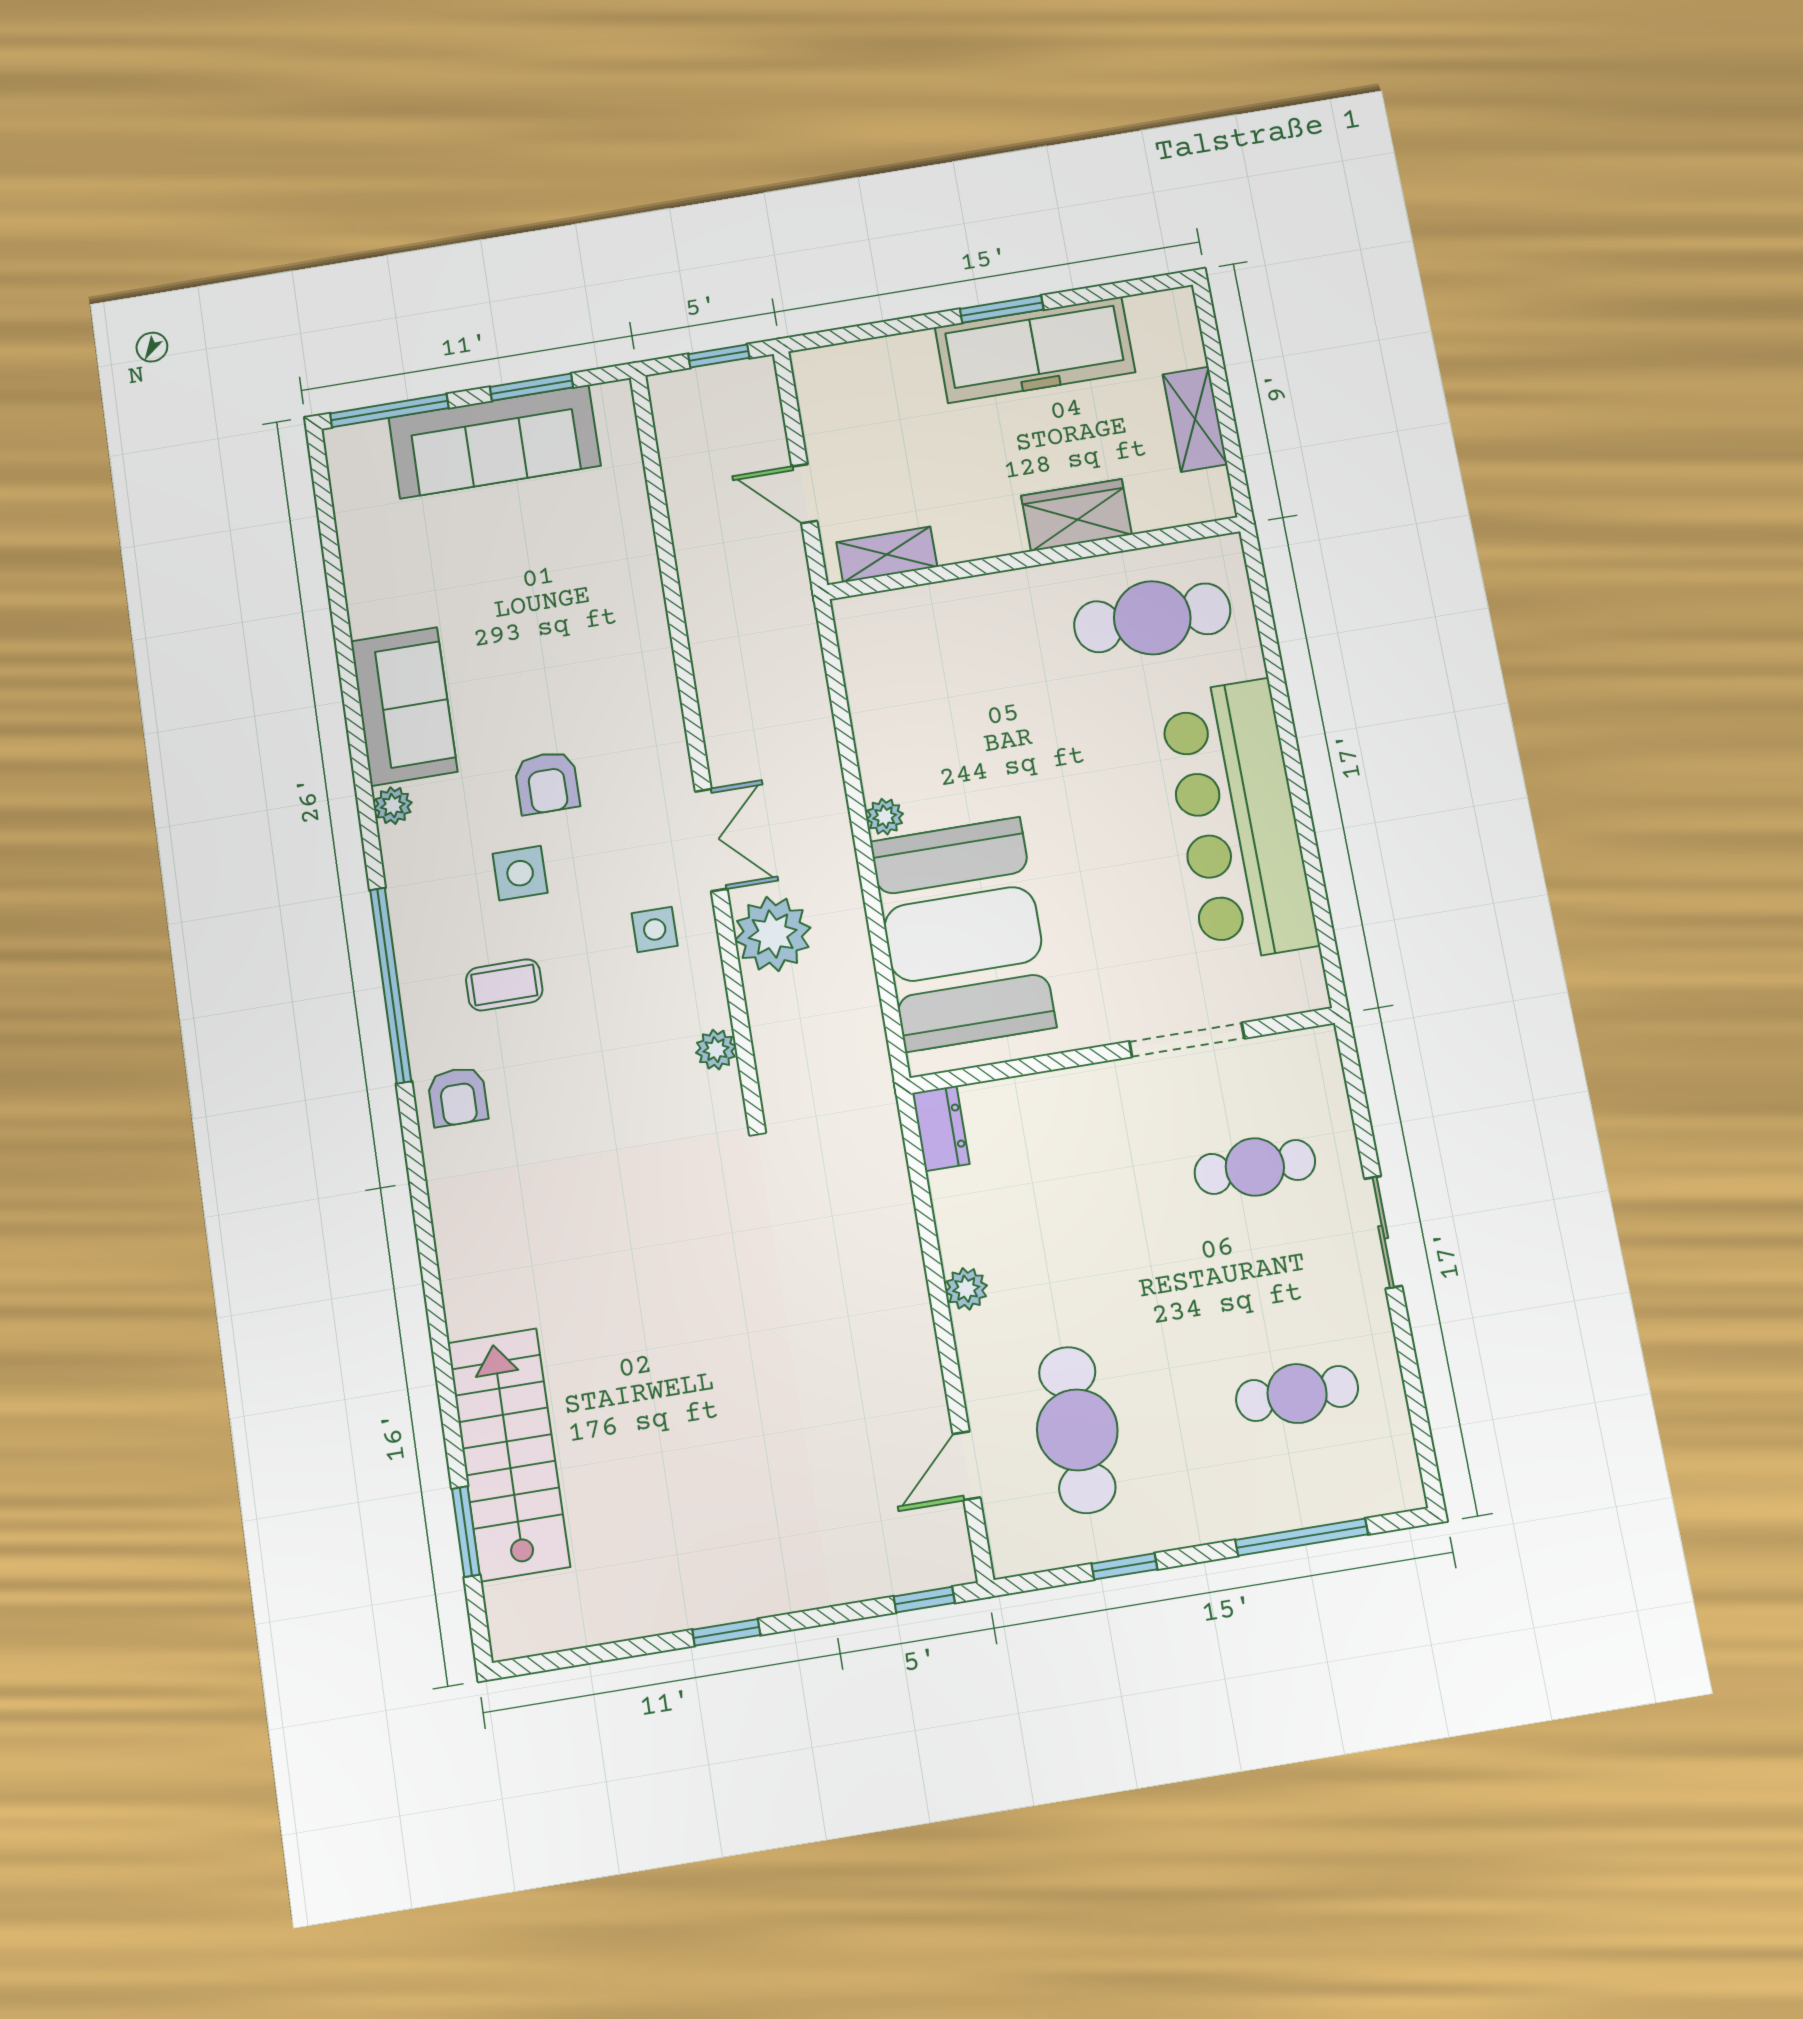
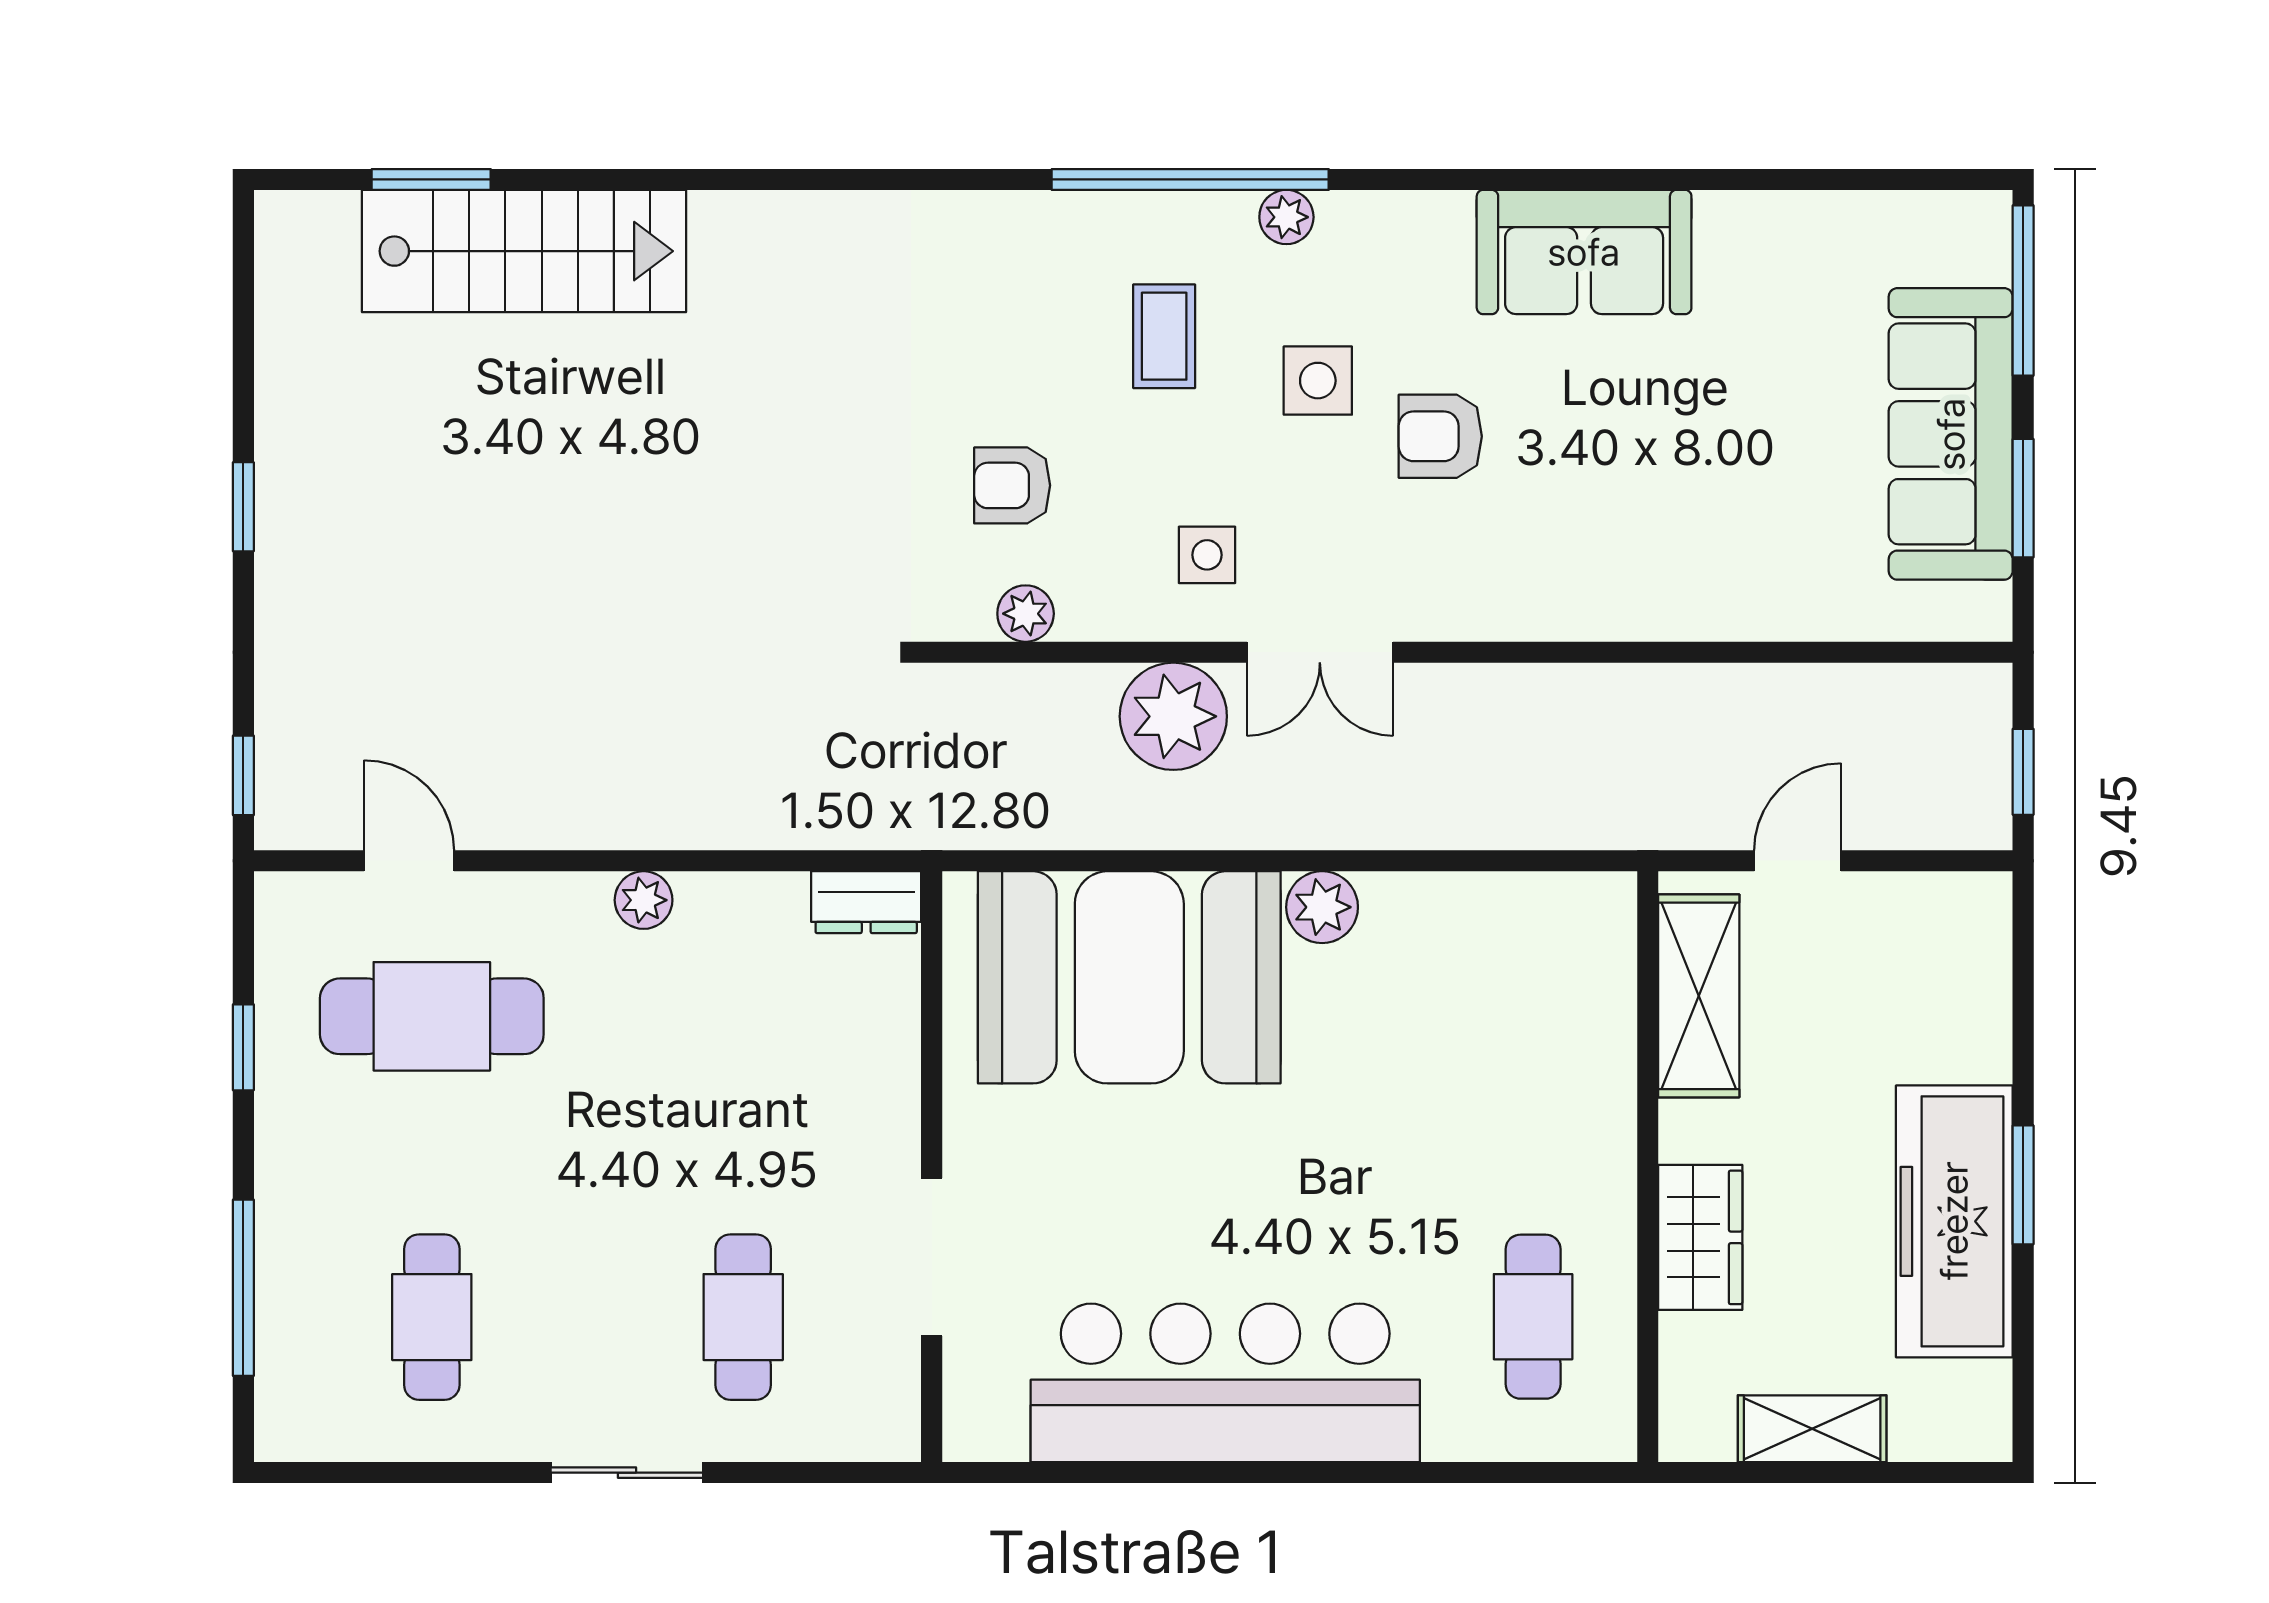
shelving: (887, 555) -> (1699, 996), width x1.50, depth x1.33
cafe table: (1152, 618) -> (1533, 1317), width x0.73, depth x0.74
plant: (393, 806) -> (1286, 217), moved
plant: (885, 817) -> (1322, 907), width x1.38, depth x1.38
armchair: (458, 1097) -> (1012, 485), moved

